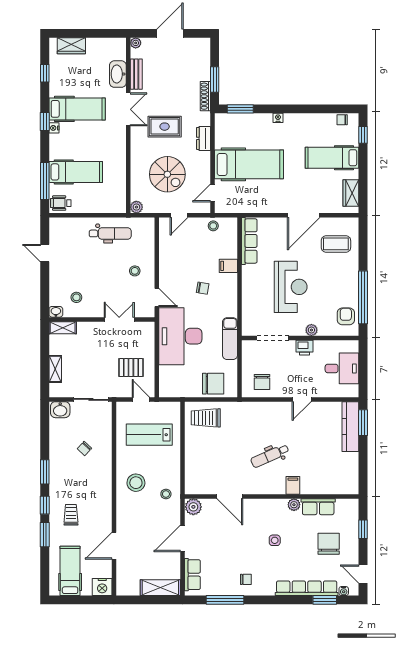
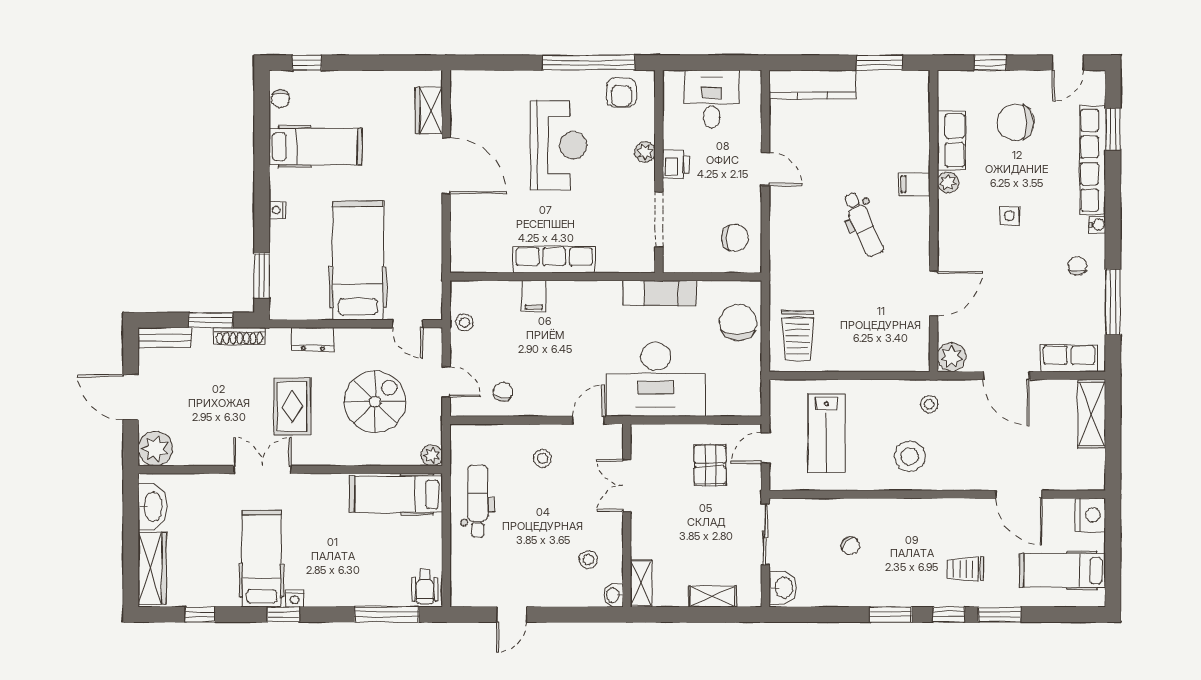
plant: (136, 43) -> (155, 449), width x1.87, depth x1.87
wardrobe: (71, 46) -> (152, 568), width x1.50
washbasin: (118, 74) -> (152, 507), moved, turned -90
bench: (136, 74) -> (165, 338), moved
hospital bed: (332, 158) -> (316, 147), moved, turned -90
hospital bed: (76, 172) -> (396, 494), moved, turned -90
wardrobe: (351, 193) -> (429, 110), moved, turned 90
row of seats: (249, 241) -> (554, 260), moved
coffee table: (336, 244) -> (496, 110), removed
reception desk: (291, 287) -> (559, 145), moved, turned 90
chair: (203, 288) -> (503, 392), moved
armchair: (346, 316) -> (621, 93), turned -90
window: (363, 423) -> (879, 63), moved
water cooler: (344, 591) -> (1097, 225), moved

